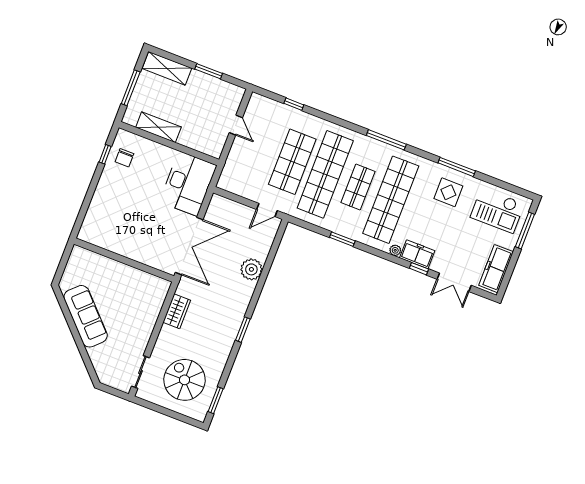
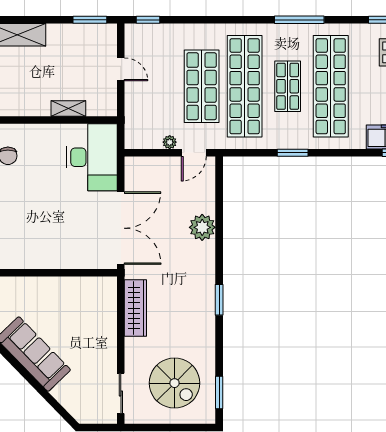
window: (209, 71) -> (90, 20), moved
window: (294, 104) -> (148, 20), moved
shelving: (158, 127) -> (68, 108), moved, width x0.67, depth x0.75
plant: (395, 250) -> (170, 142), moved
wardrobe: (177, 311) -> (135, 308), width x1.50
spiral stairs: (184, 380) -> (175, 383), turned 180

